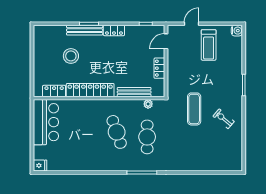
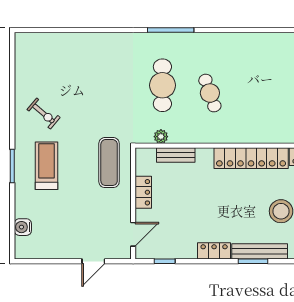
water cooler: (237, 31) -> (23, 227), moved
treadmill: (209, 45) -> (47, 166), moved
bench: (134, 92) -> (176, 155), width x0.73
exercise mat: (194, 109) -> (109, 163), moved
cafe table: (117, 132) -> (210, 93), width x0.73, depth x0.74

